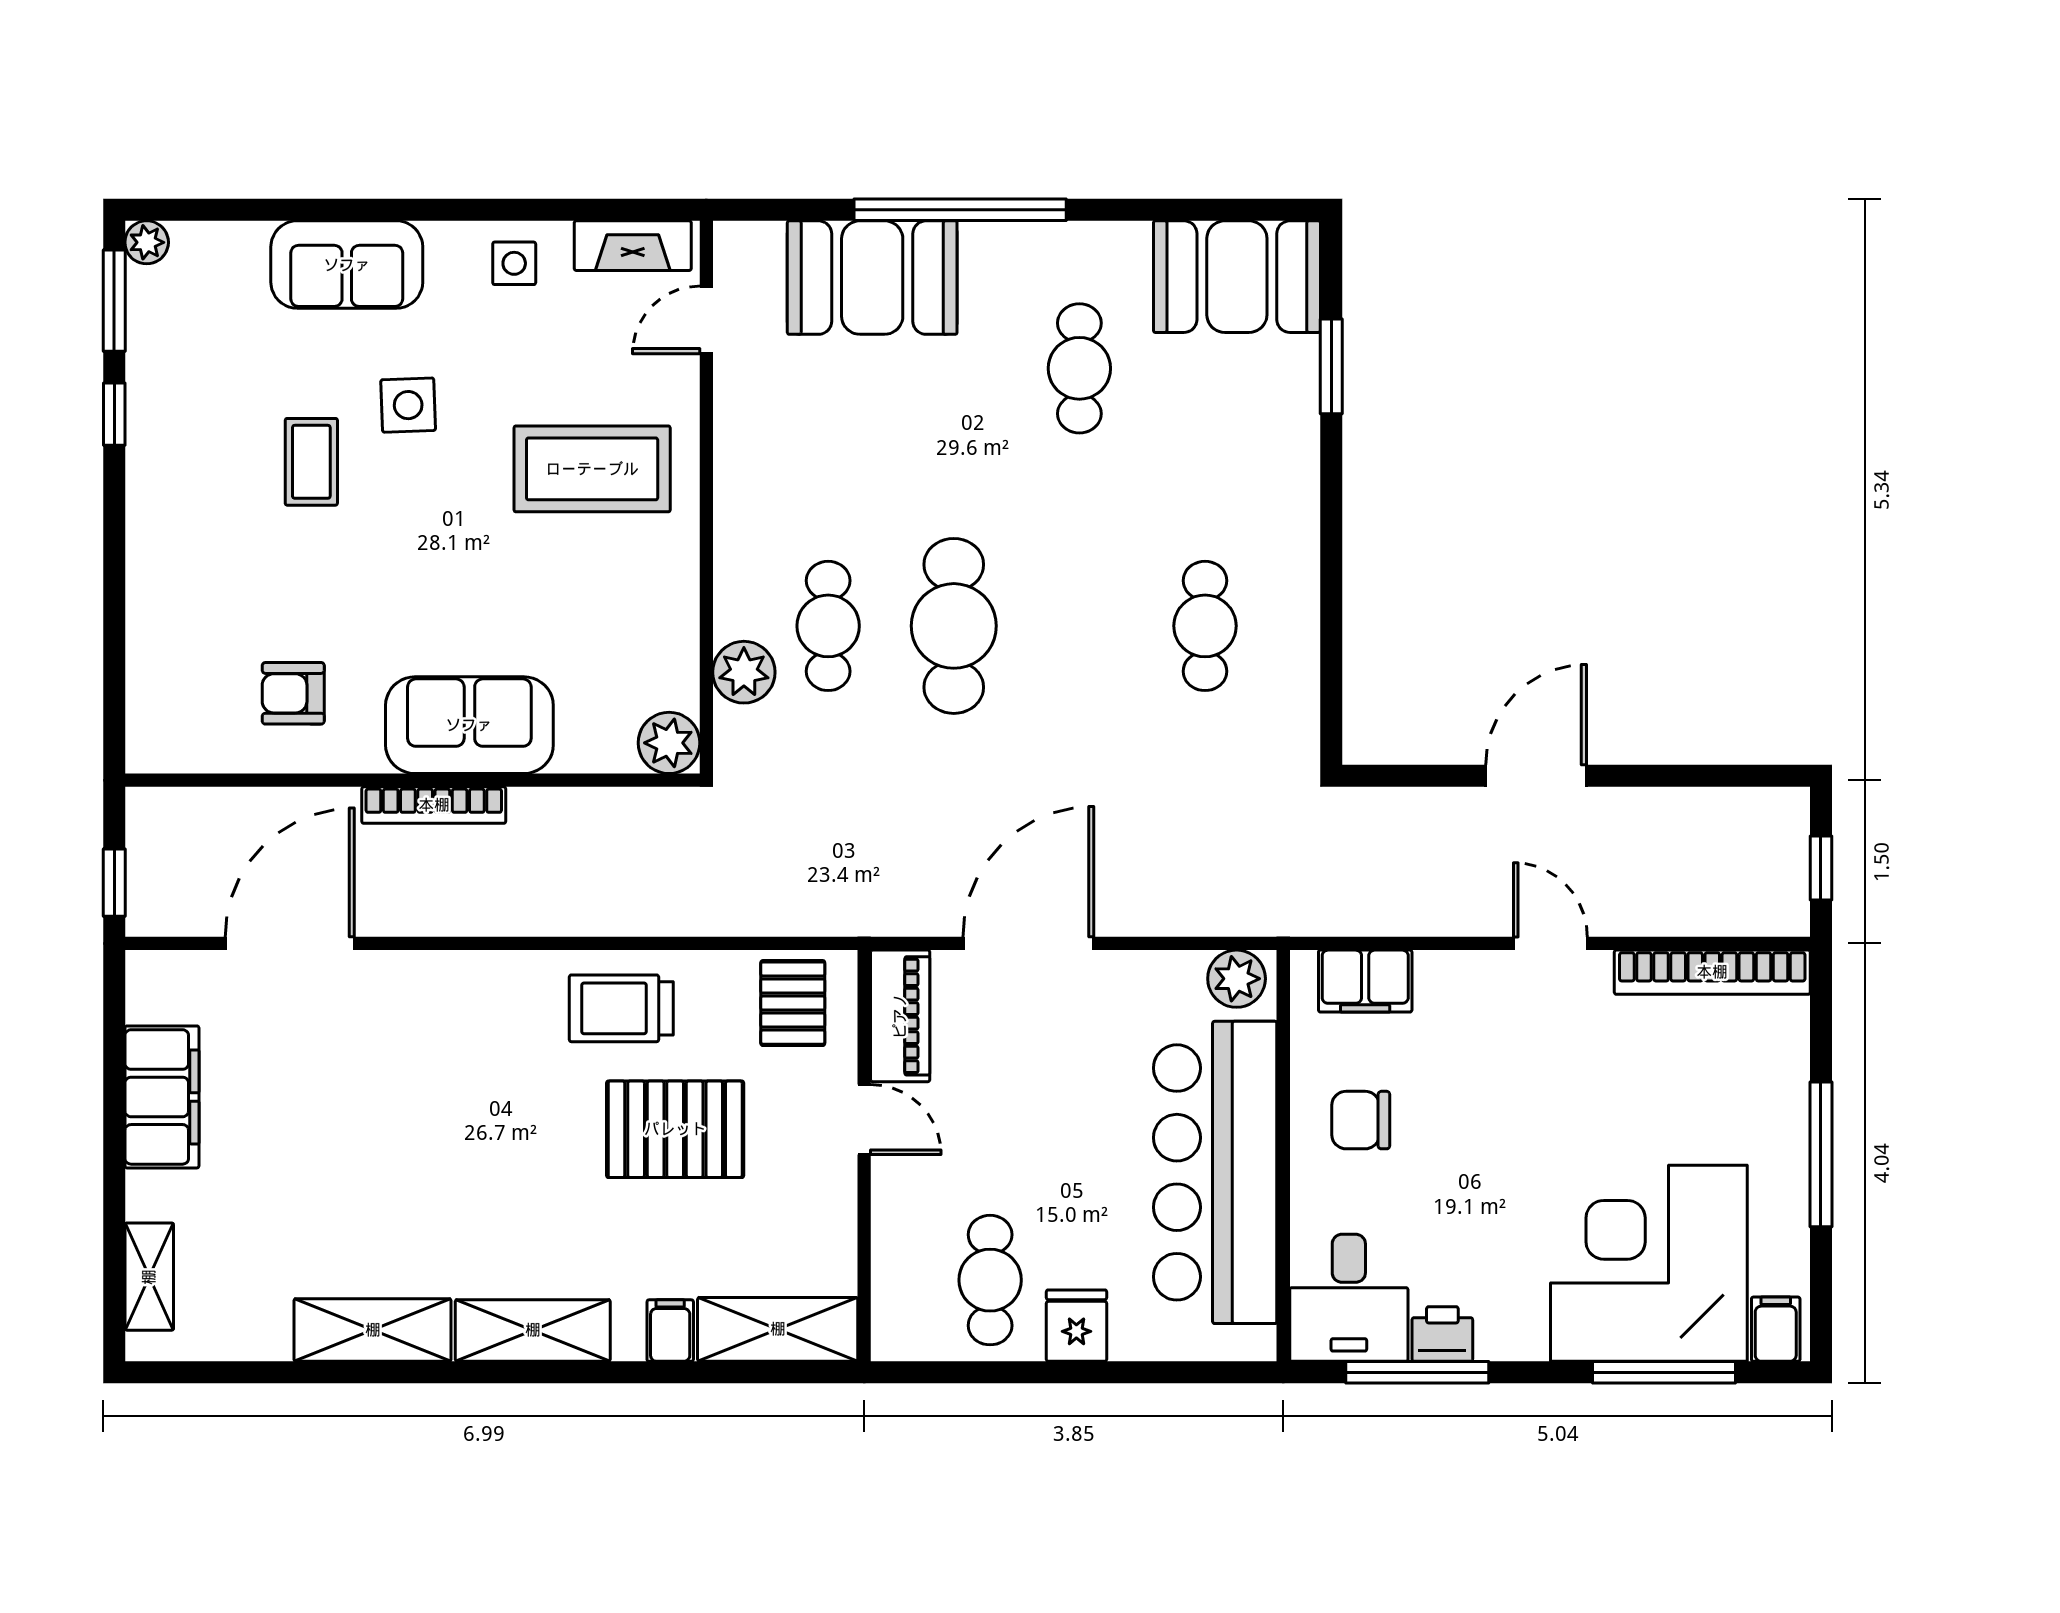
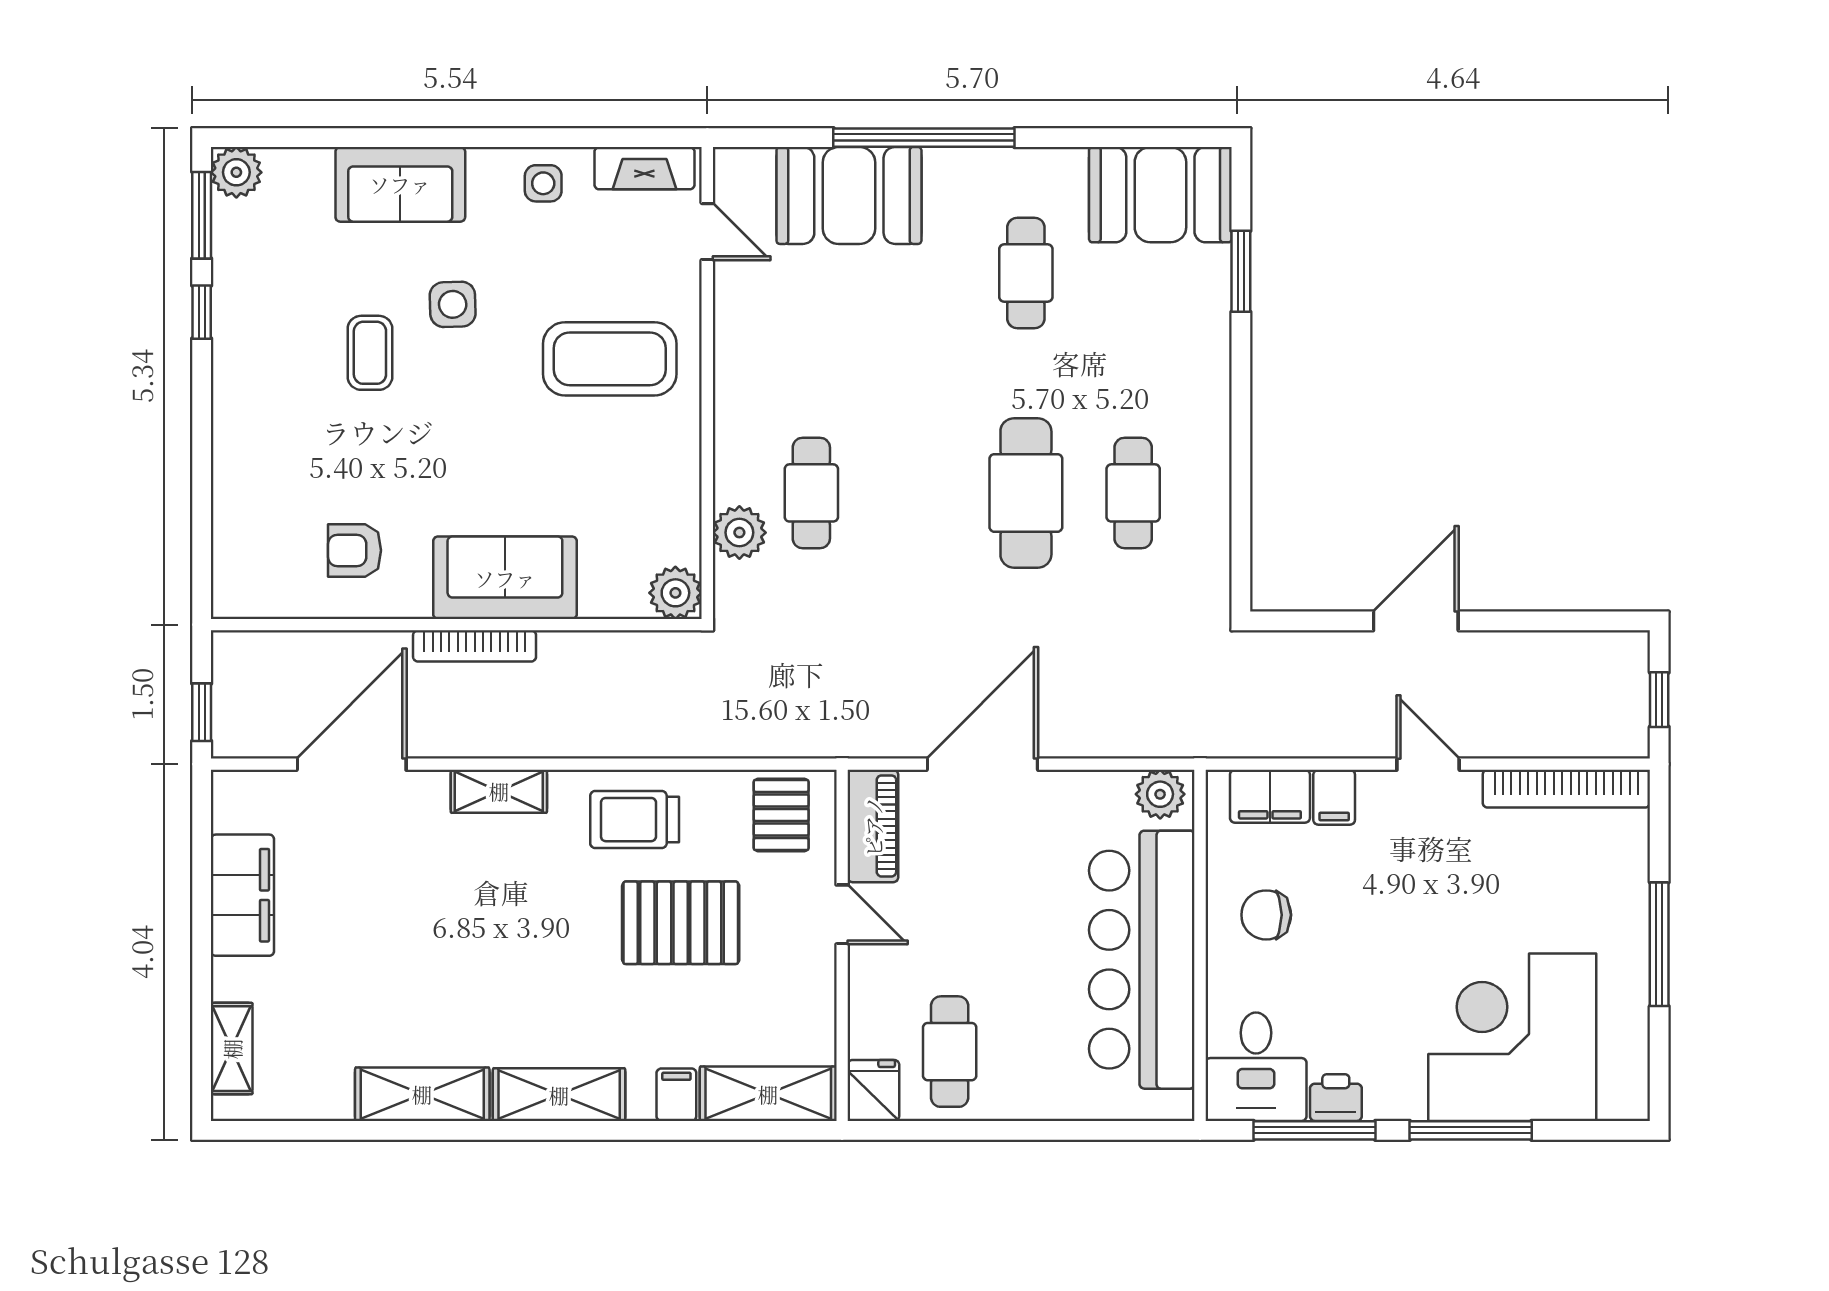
plant: (147, 242) -> (236, 172), width x1.38, depth x1.38
door: (706, 320) -> (707, 232), swing flipped
cafe table: (954, 626) -> (1026, 493), moved
shelving: (462, 975) -> (499, 791), added
fridge: (1076, 1326) -> (873, 1090), moved
filing cabinet: (1776, 1329) -> (1334, 797), moved, turned 180
window: (1664, 1372) -> (1471, 1130), moved

